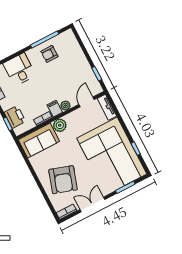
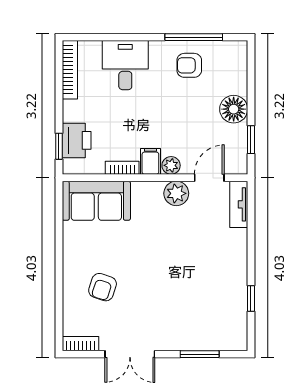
floor lamp: (81, 64) -> (234, 109), added
plant: (60, 125) -> (176, 193), moved
corner sofa: (112, 156) -> (204, 290), removed
armchair: (63, 180) -> (103, 287), width x0.53, depth x0.53
double door: (92, 204) -> (130, 354), swing flipped

